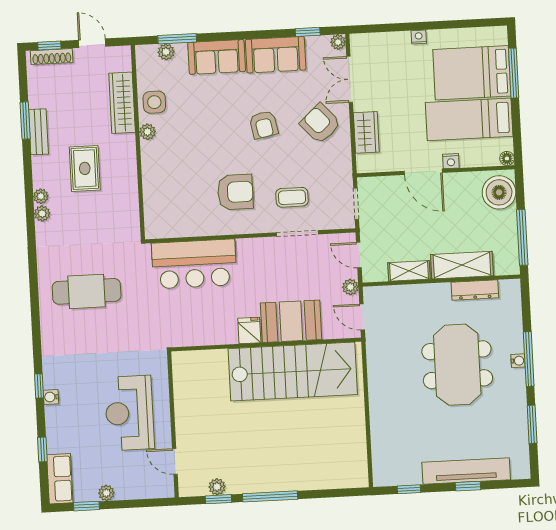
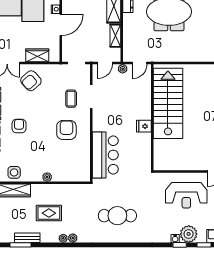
armchair: (264, 125) -> (19, 126), moved, turned -79
plant: (147, 132) -> (47, 177), moved
cafe table: (87, 291) -> (117, 216), turned 90
booth: (291, 321) -> (140, 103), removed
window: (39, 386) -> (180, 245), moved
plant: (60, 421) -> (189, 234), added

